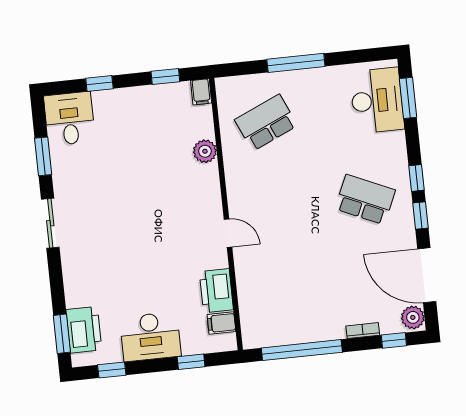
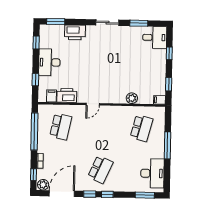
desk: (377, 100) -> (152, 173), moved, turned -90
school desk: (266, 123) -> (142, 128), turned 39
school desk: (284, 295) -> (61, 127), added
printer: (84, 330) -> (75, 32), moved

